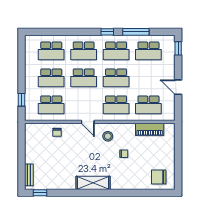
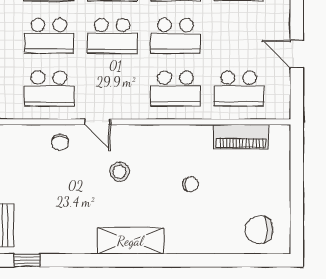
door: (88, 122) -> (98, 122), moved
stool: (108, 136) -> (120, 172), moved

